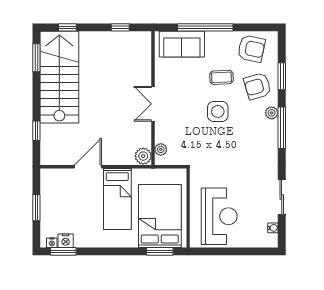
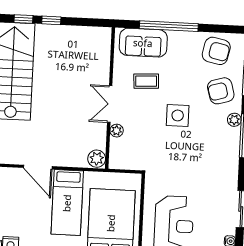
window: (120, 27) -> (51, 20), moved
coffee table: (221, 77) -> (146, 81), moved
plant: (161, 149) -> (117, 131), moved
door: (88, 167) -> (38, 167), swing flipped

